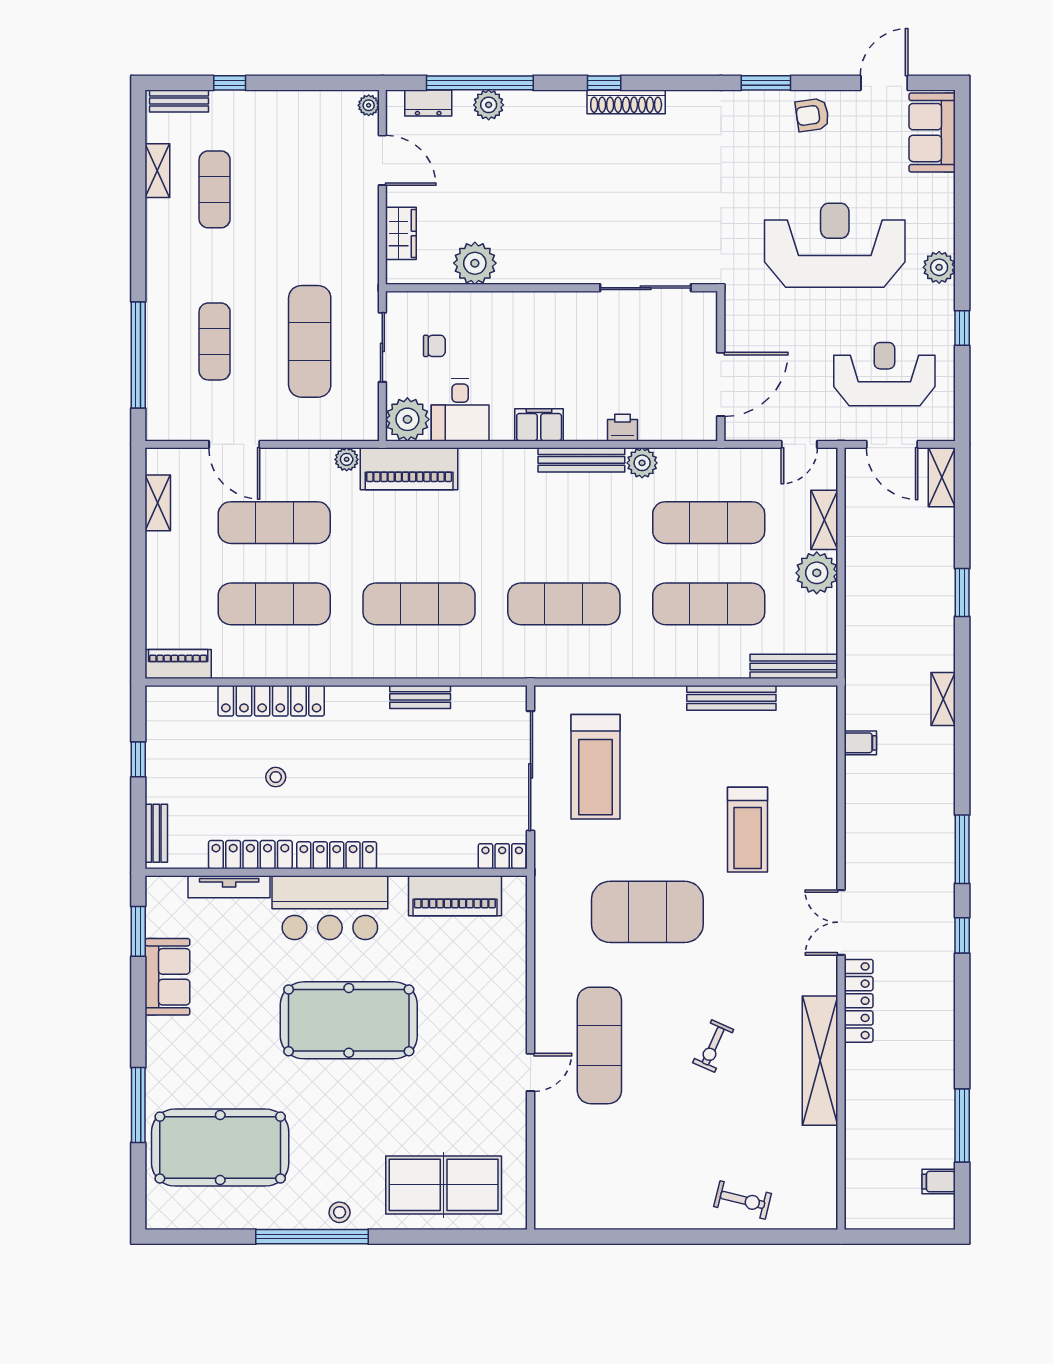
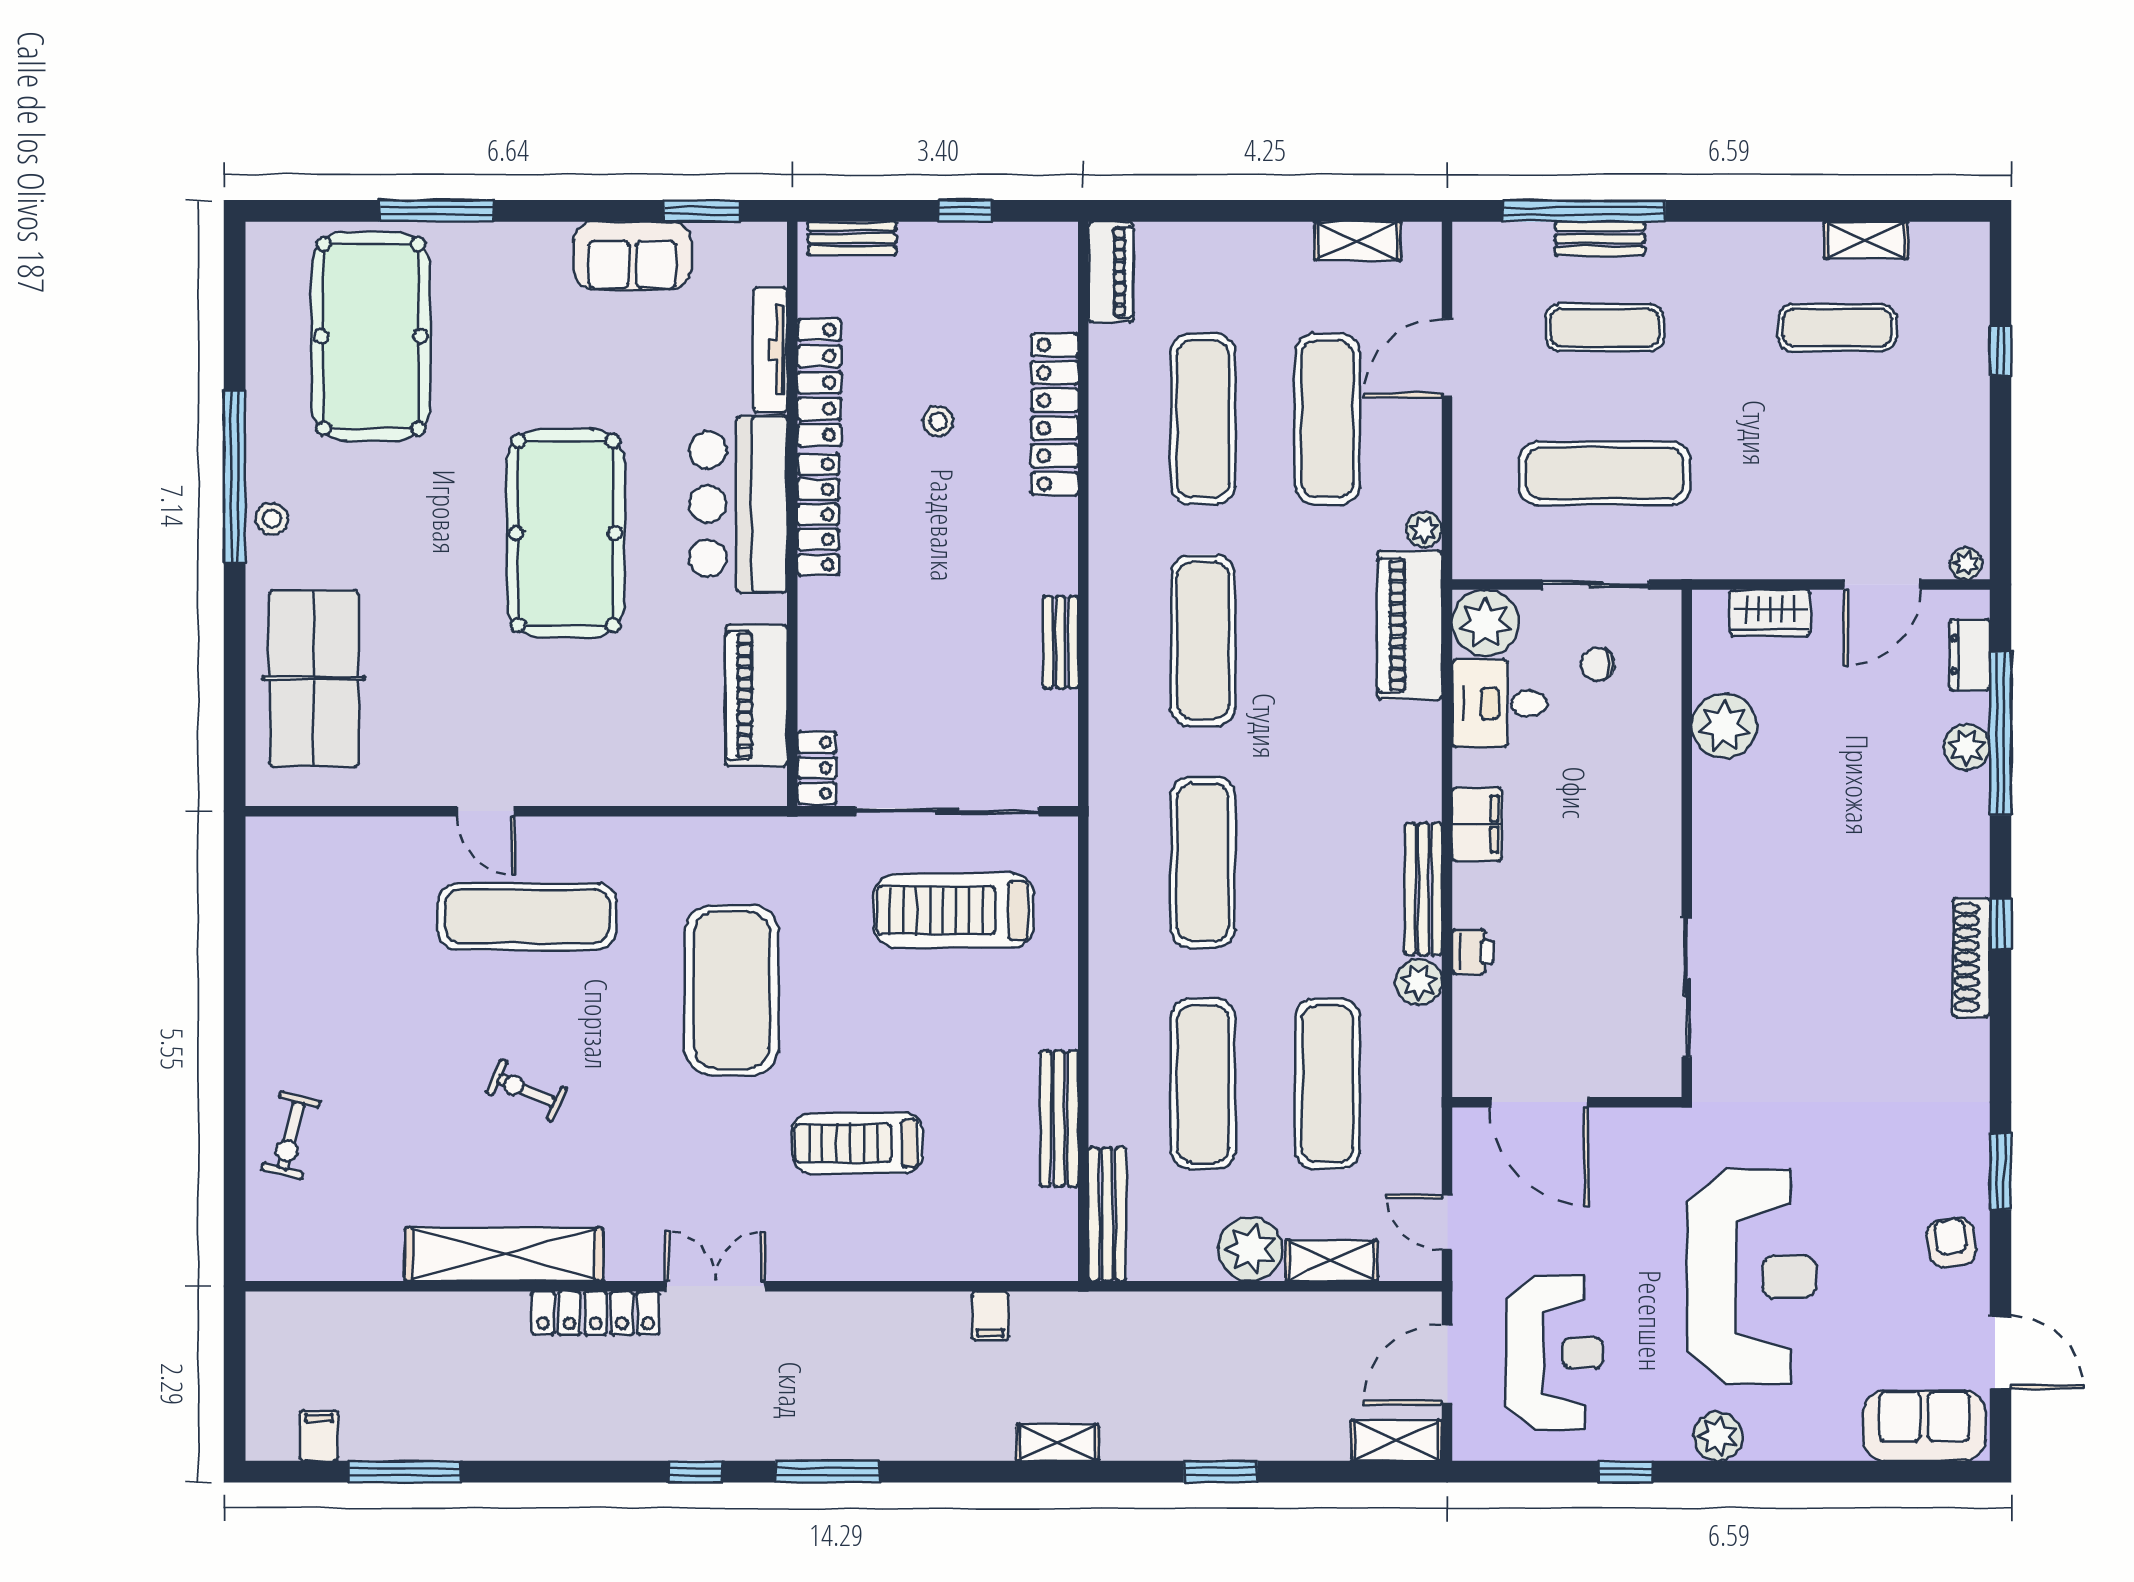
bench: (179, 101) -> (1600, 239), moved, turned 90
chair: (434, 346) -> (1598, 664), turned 90

